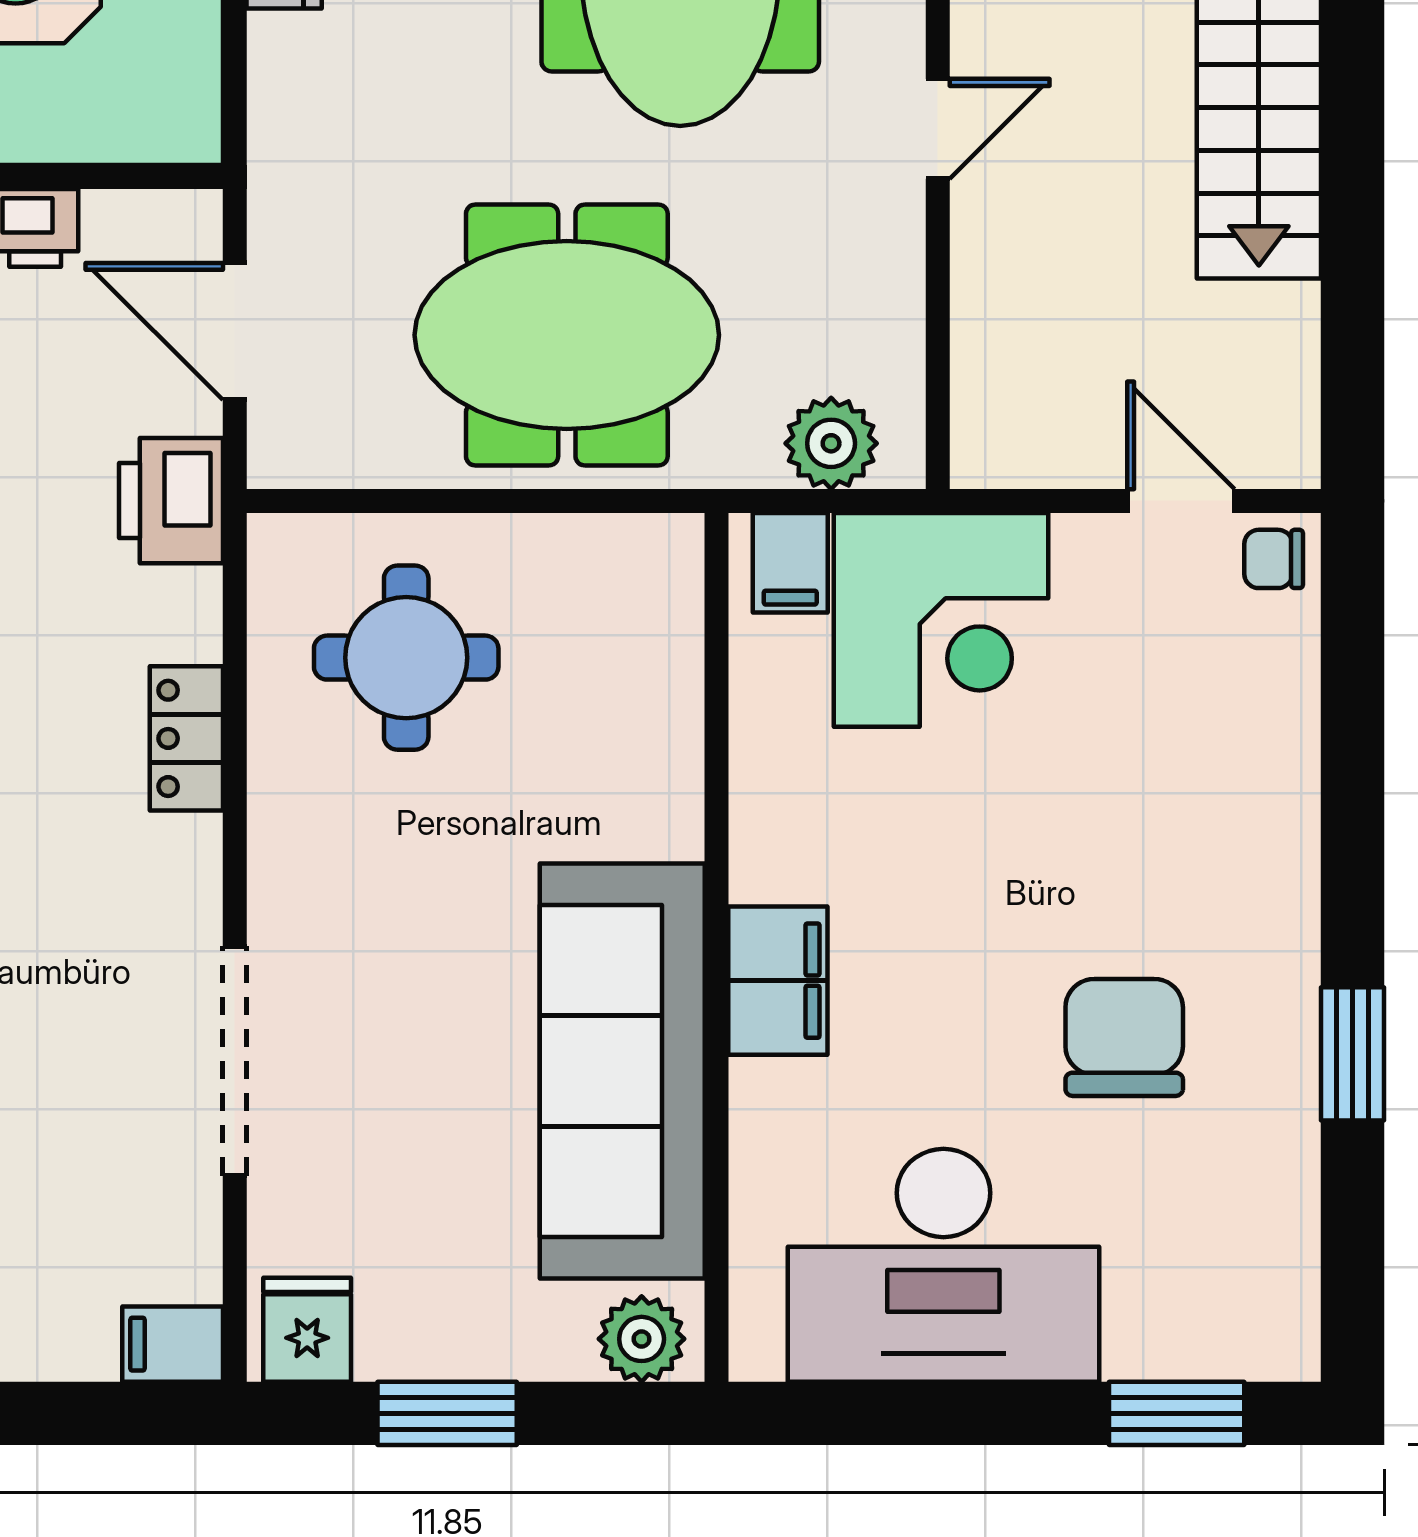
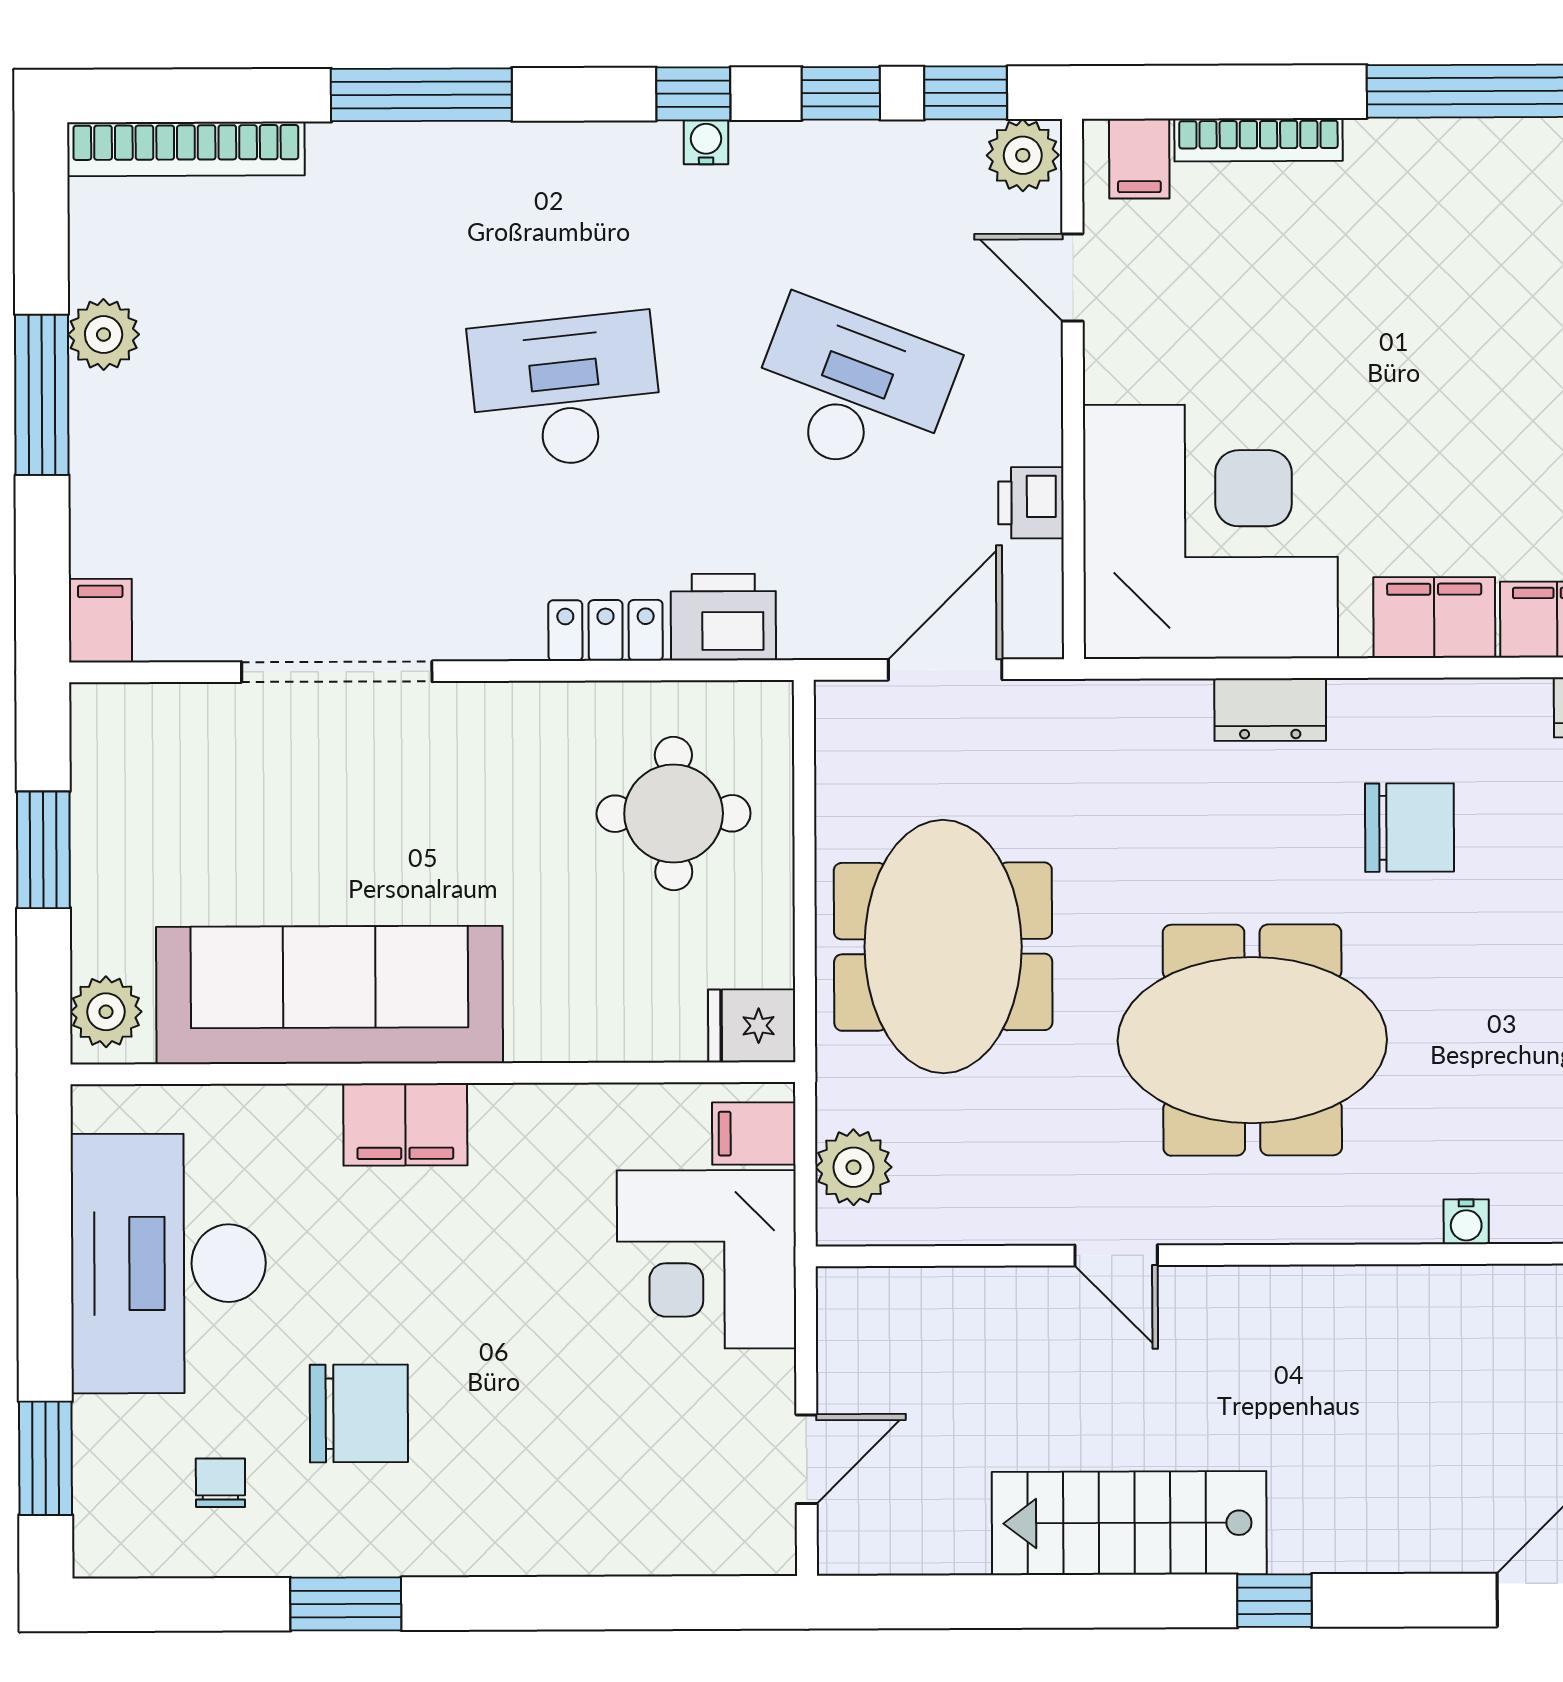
printer: (171, 501) -> (723, 617), moved
chair: (1274, 559) -> (220, 1483), moved
fridge: (307, 1330) -> (752, 1026), moved, turned 180

